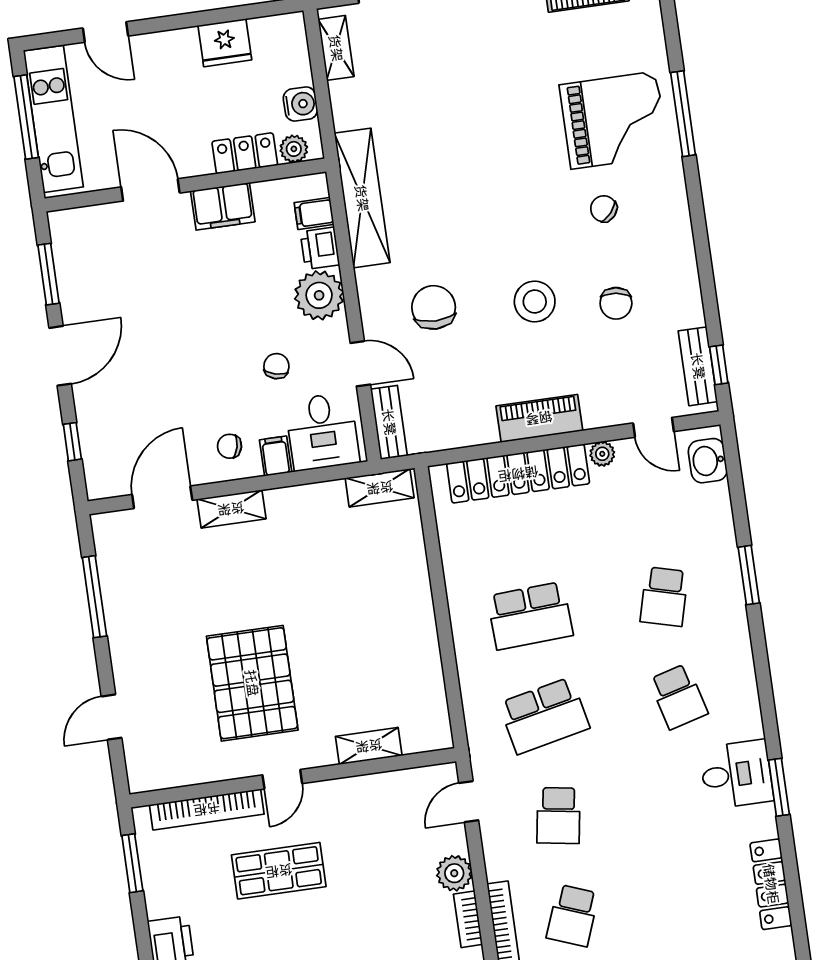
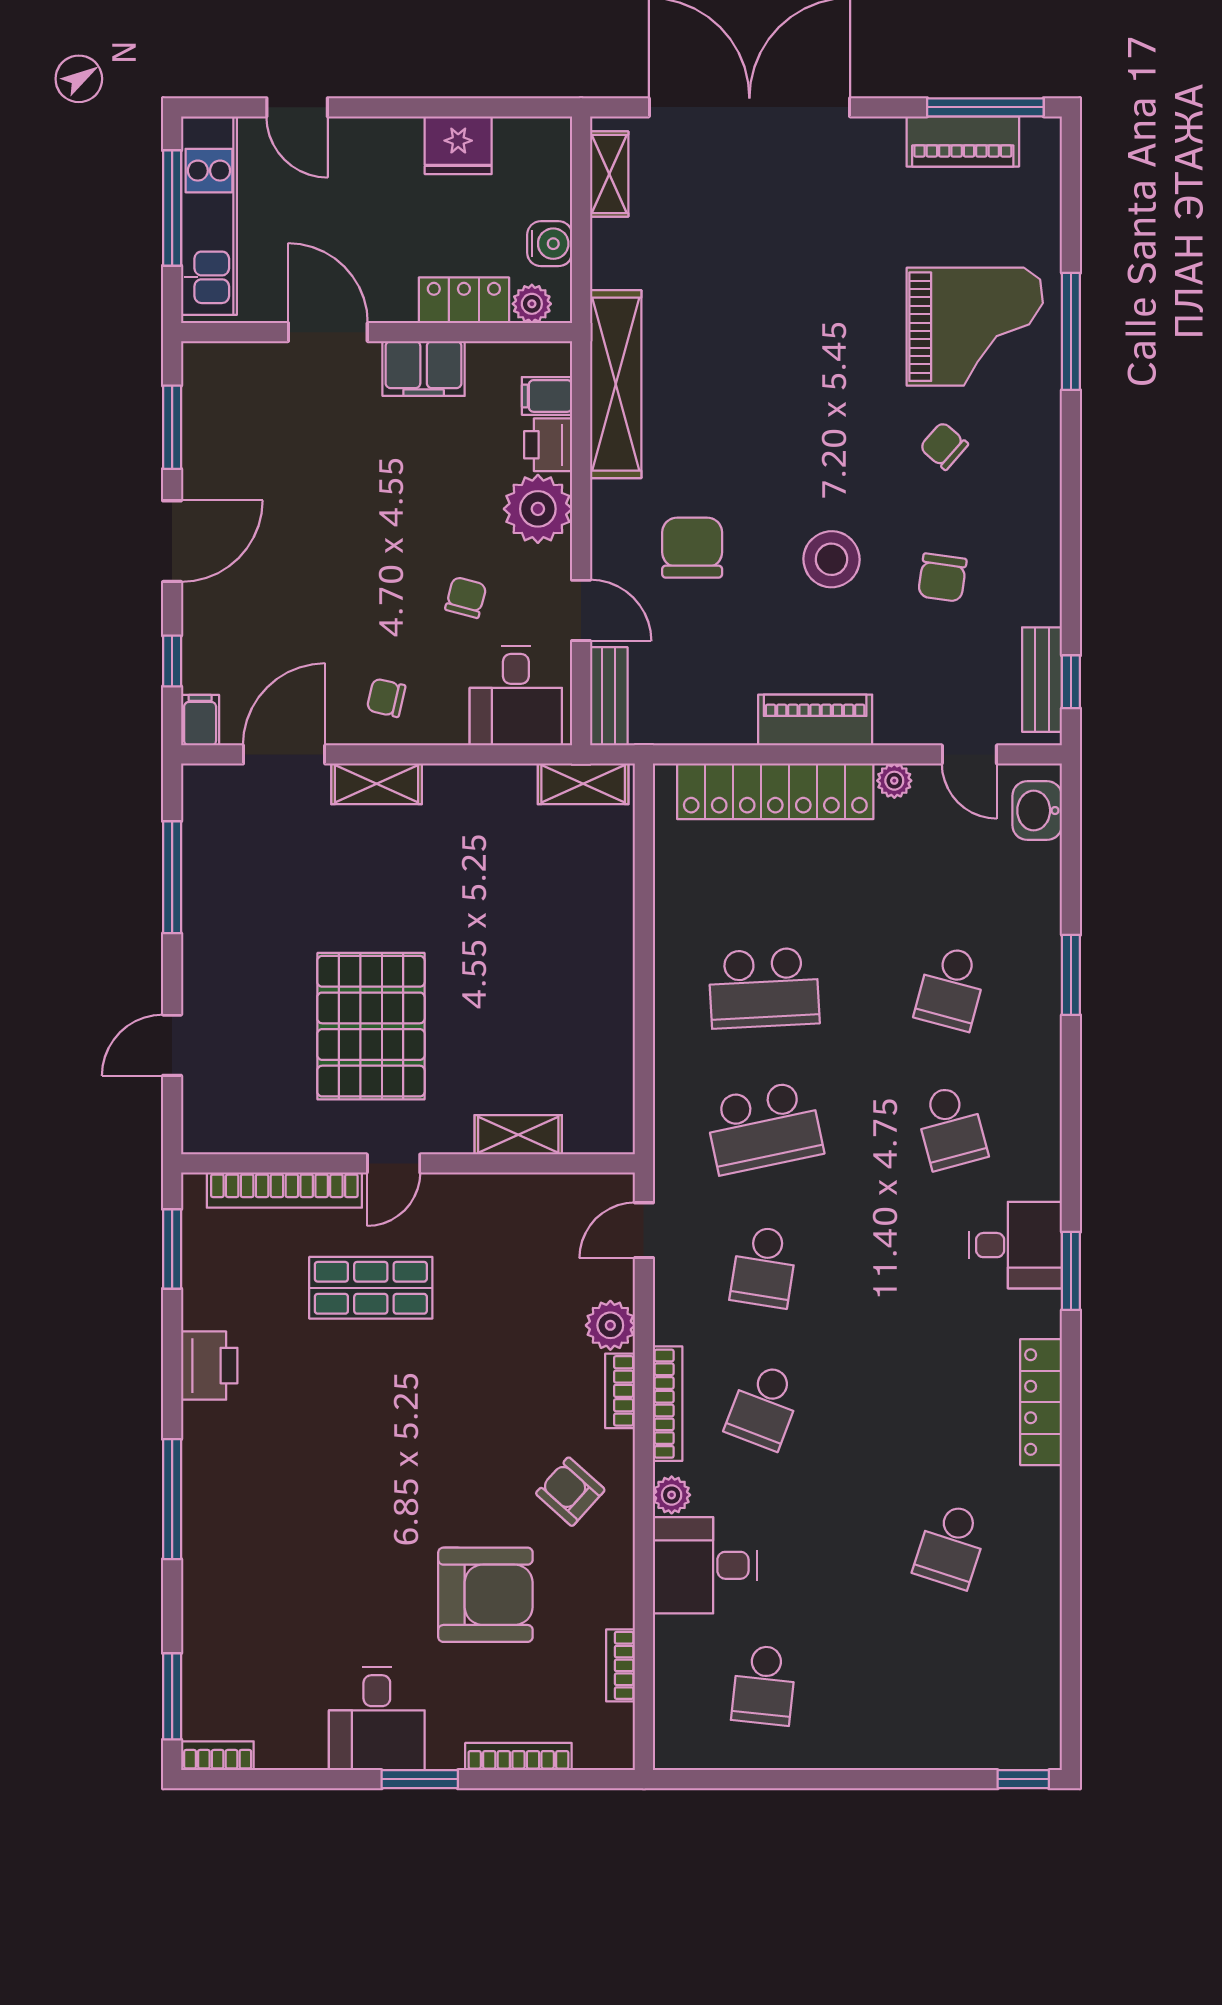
filing cabinet: (276, 456) -> (200, 720), moved

